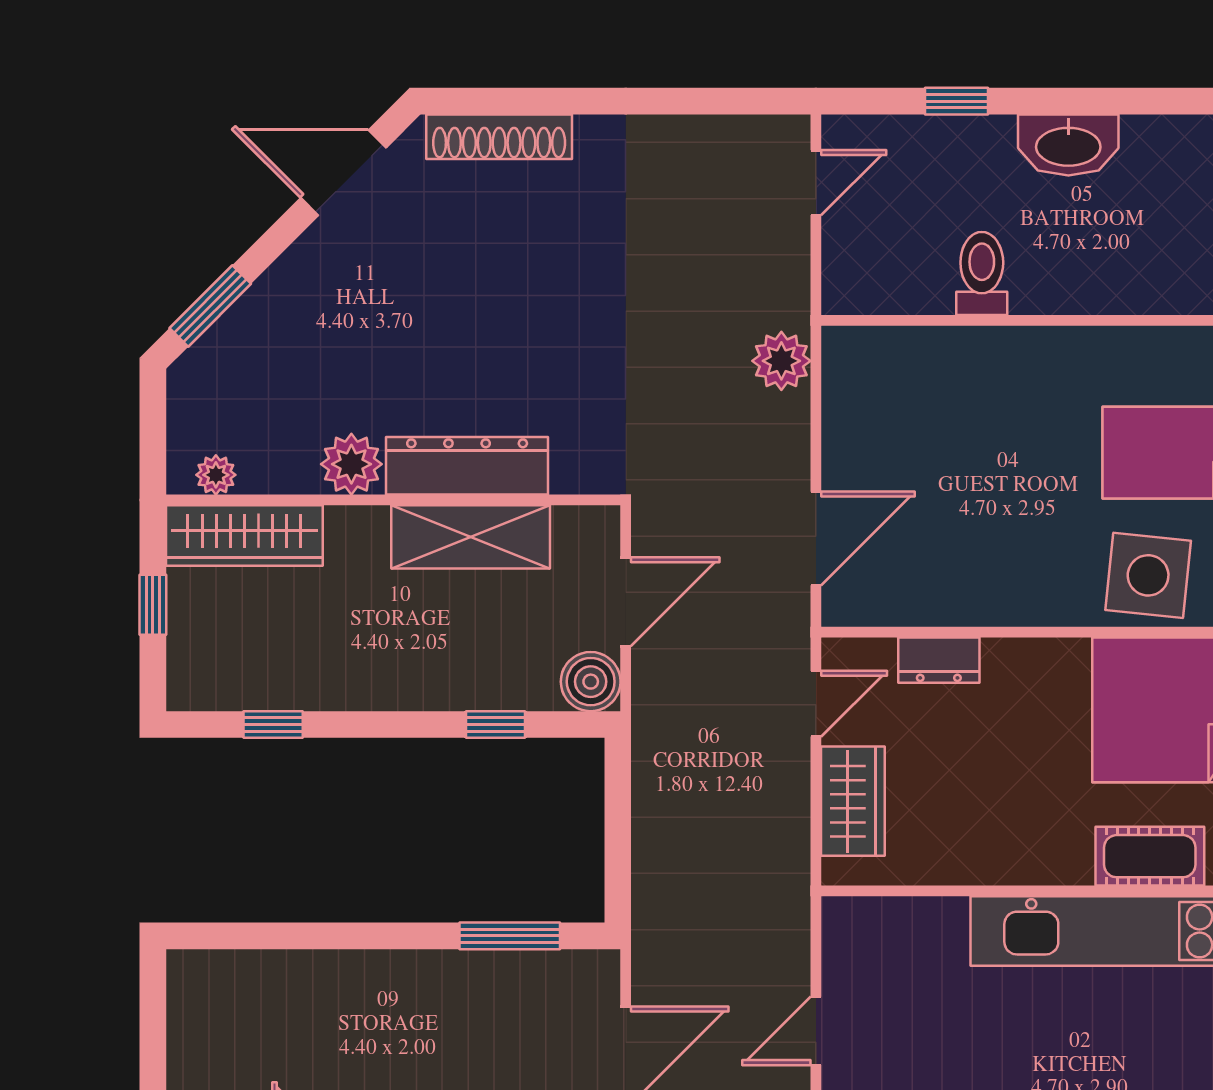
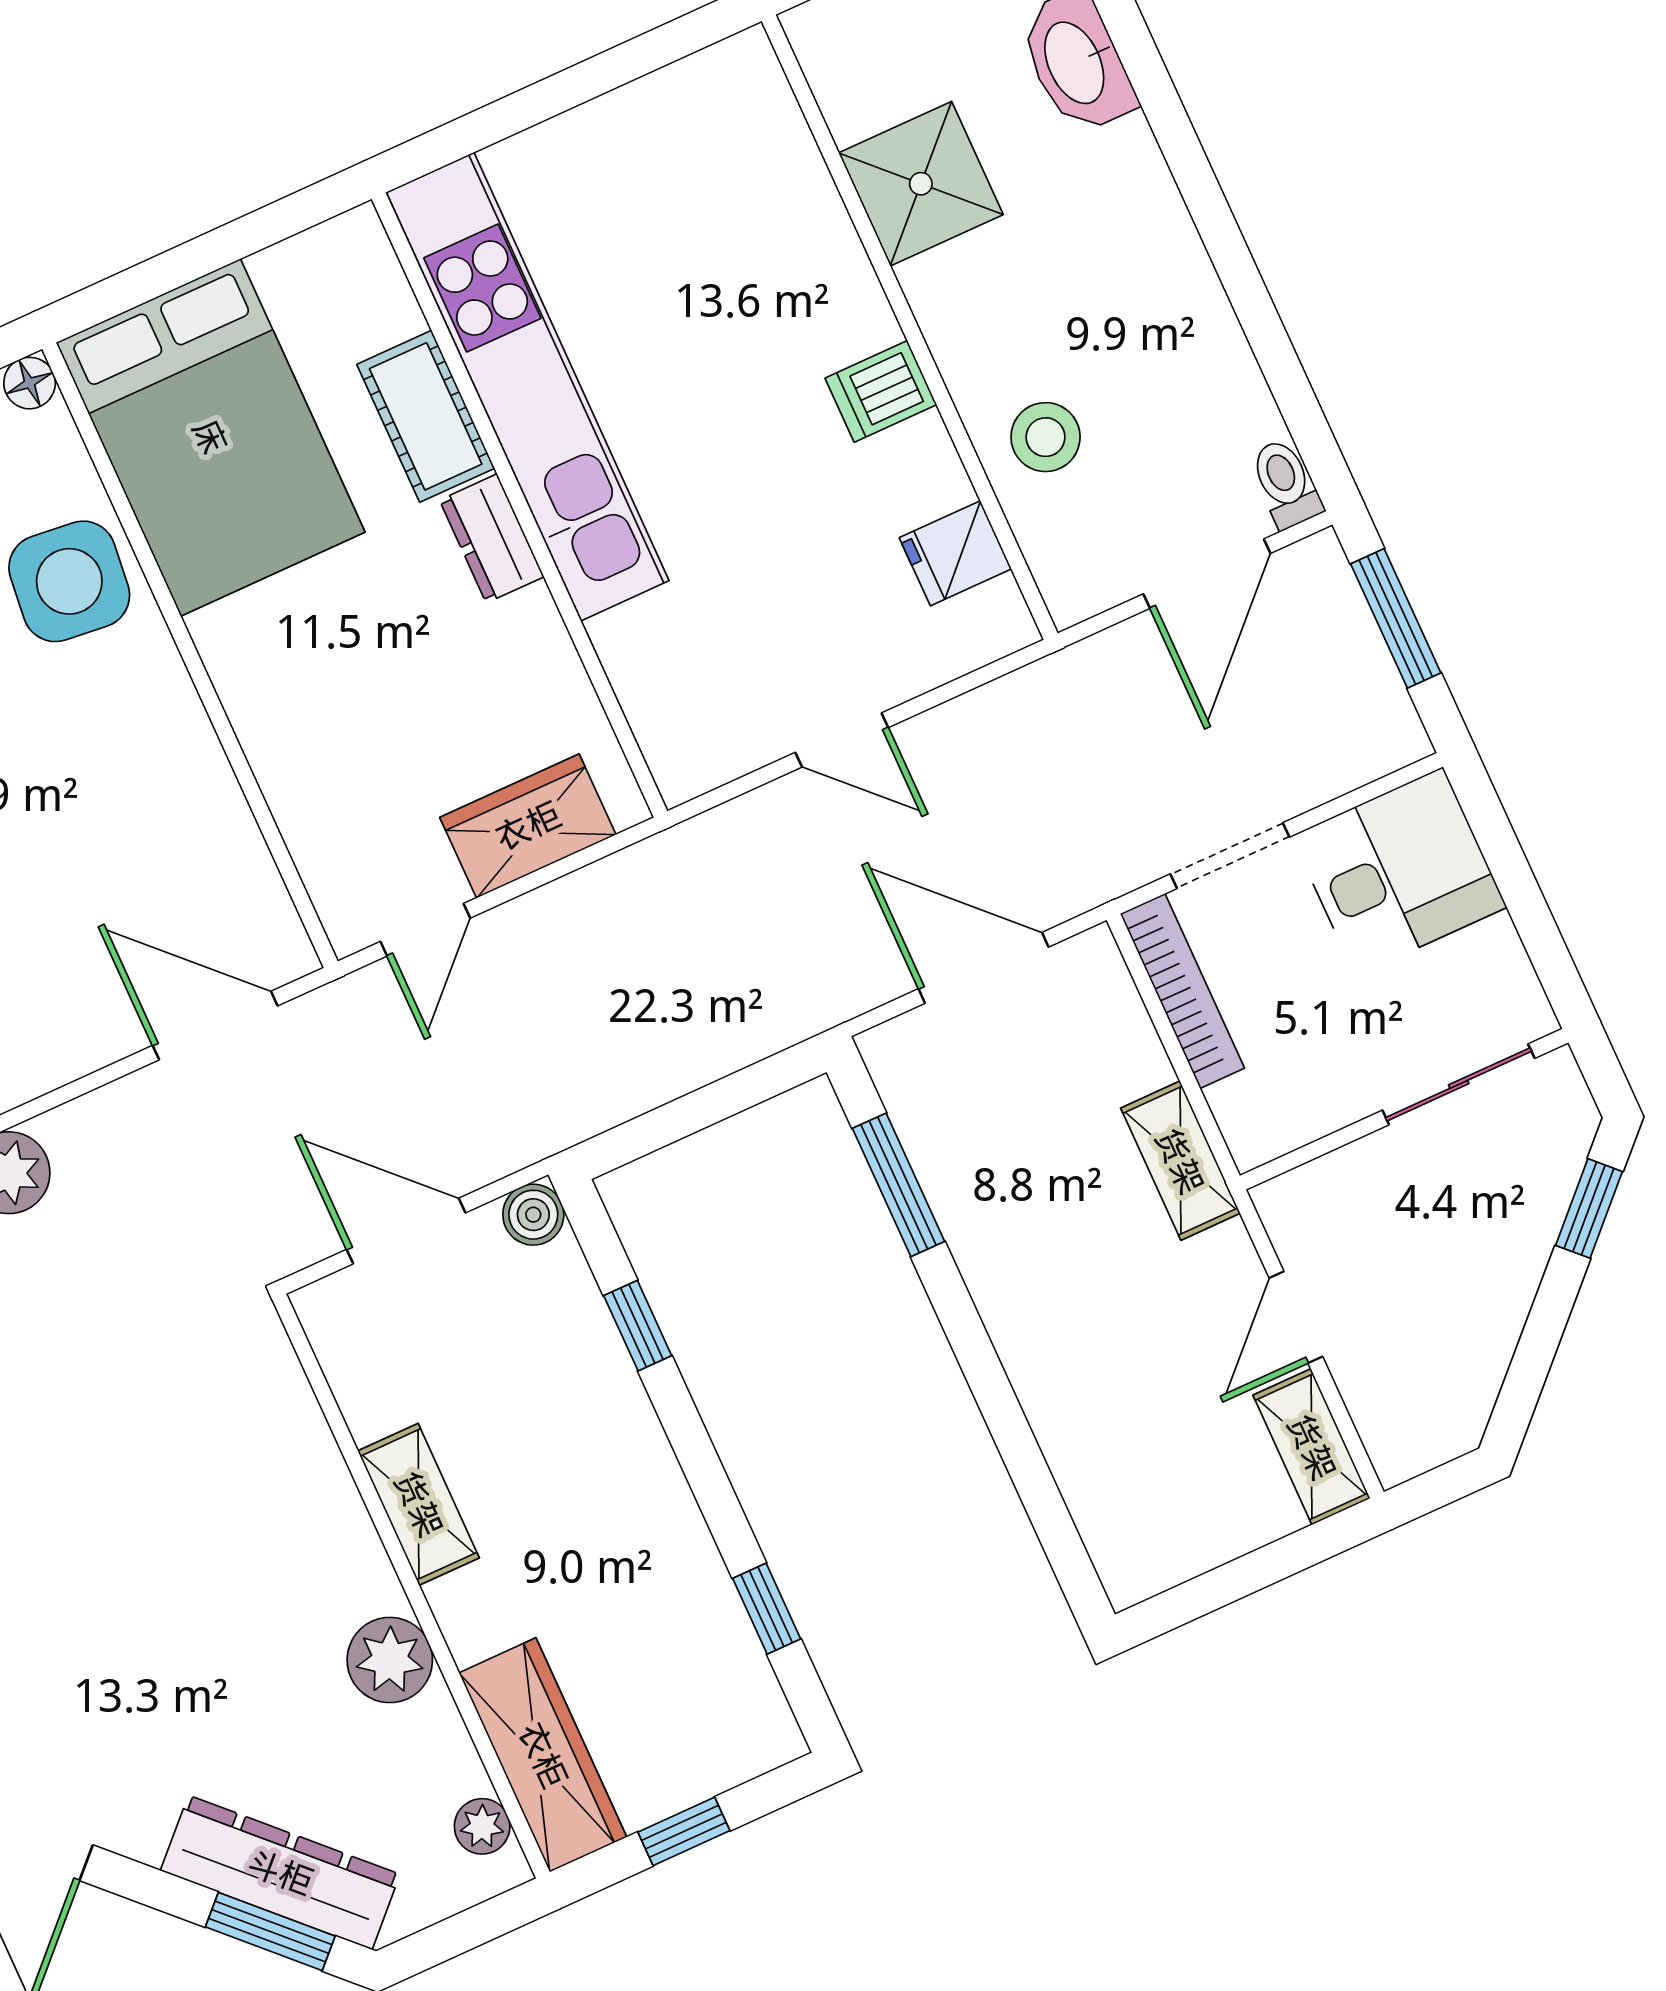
dresser: (467, 466) -> (280, 1872), moved, turned 135
shelving: (471, 537) -> (419, 1504), width x0.67, depth x0.75
dresser: (939, 660) -> (492, 538), moved, turned 180
boiler: (591, 682) -> (533, 1215), width x0.73, depth x0.73
door: (816, 704) -> (425, 930), swing flipped

